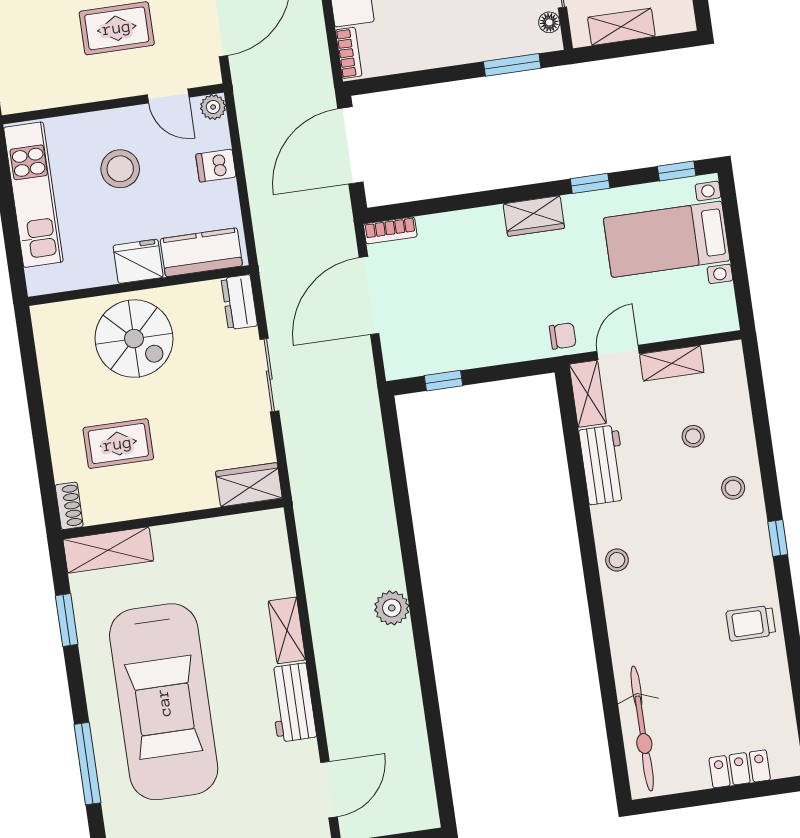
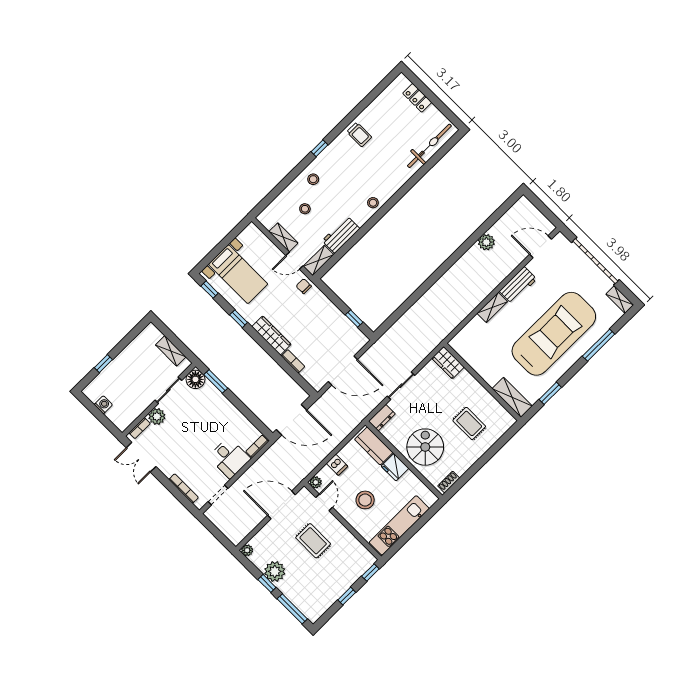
floor lamp: (549, 22) -> (195, 379), width x1.89, depth x1.89
wardrobe: (534, 216) -> (271, 335), width x1.50
bookcase: (390, 230) -> (293, 361), moved
shoe rack: (69, 506) -> (449, 482), moved
plant: (392, 608) -> (486, 242), moved

